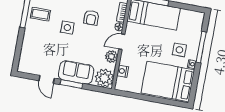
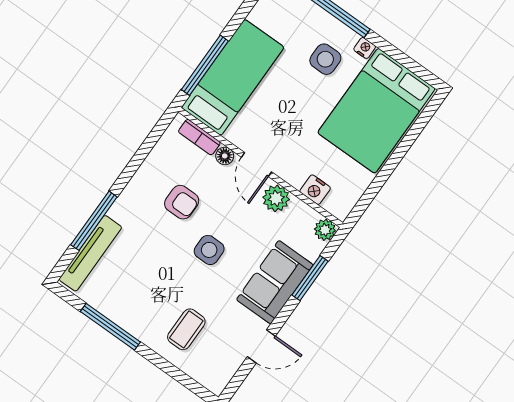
coffee table: (40, 14) -> (186, 329), moved
side table: (67, 28) -> (209, 250), moved
plant: (104, 78) -> (325, 230), width x0.53, depth x0.53
window: (71, 84) -> (310, 278), moved

